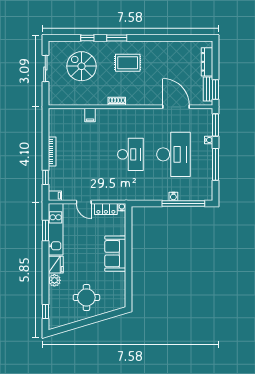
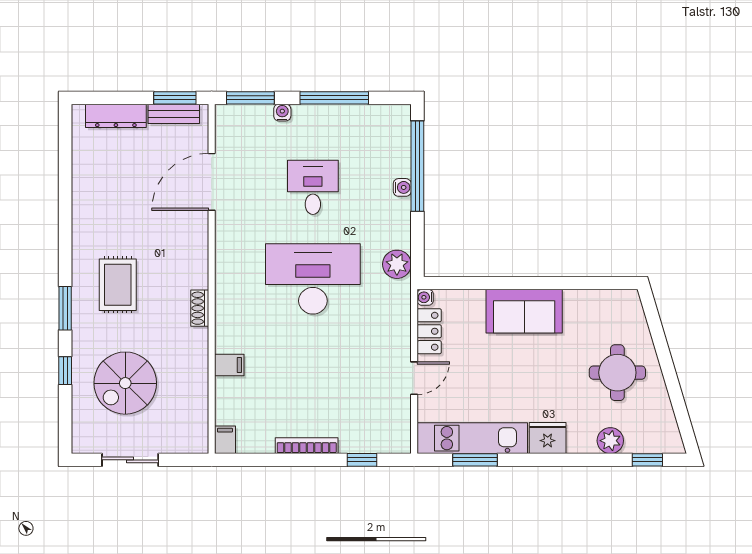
desk: (130, 154) -> (313, 279), width x1.36, depth x1.30
desk: (173, 154) -> (313, 187), width x0.53, depth x0.77
plant: (137, 194) -> (397, 264), added
filing cabinet: (55, 196) -> (225, 440), moved
plant: (54, 280) -> (610, 441), moved

